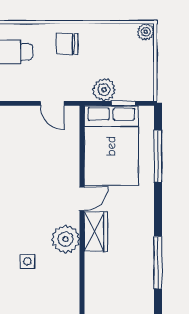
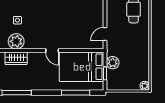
chair: (67, 44) -> (138, 42), removed
wardrobe: (96, 232) -> (16, 58), moved
plant: (66, 239) -> (16, 41), moved

